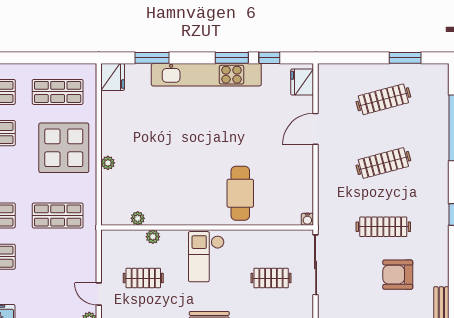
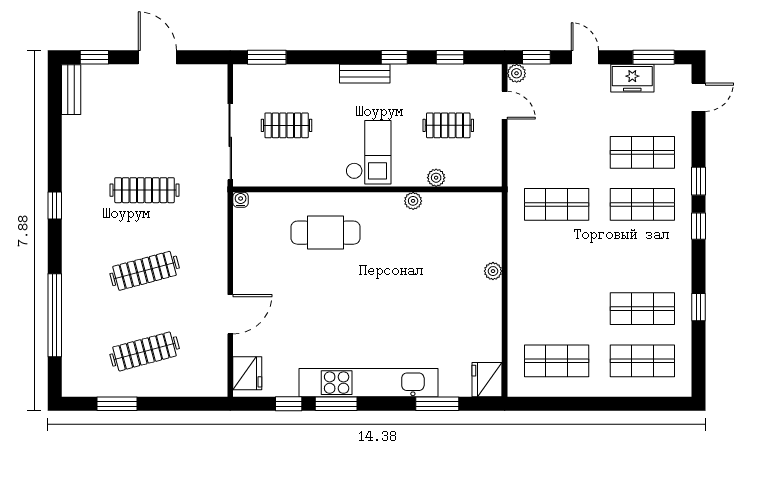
display table: (64, 148) -> (549, 290), removed
cafe table: (240, 193) -> (325, 233), turned 90
plant: (138, 218) -> (413, 201), moved
armchair: (398, 275) -> (126, 130), removed

